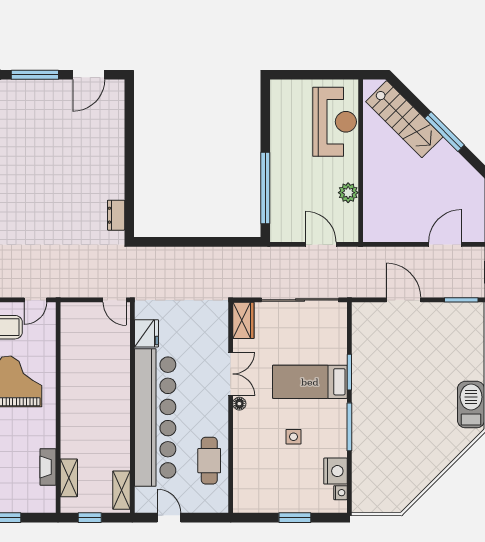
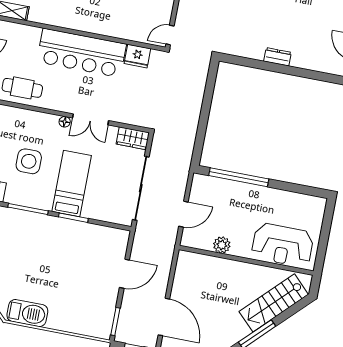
dresser: (116, 215) -> (278, 57), moved
door: (445, 244) -> (164, 317), width x1.36
bar counter: (155, 418) -> (82, 53), width x0.73
side table: (293, 437) -> (29, 161), width x1.87, depth x1.87

